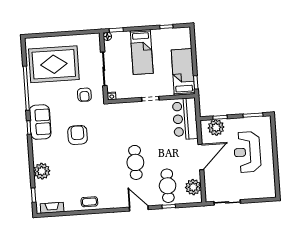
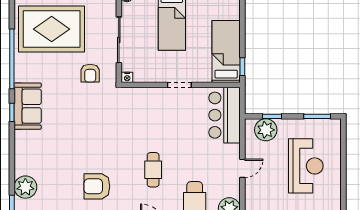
armchair: (78, 135) -> (97, 186), moved, turned -90
reception desk: (247, 152) -> (306, 166), turned 180
door: (201, 157) -> (242, 168), width x0.53
cafe table: (135, 162) -> (153, 170), width x0.73, depth x0.74
plant: (42, 171) -> (25, 187), moved

